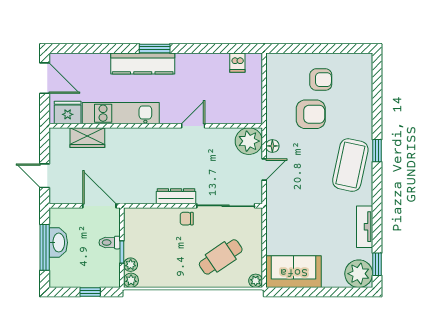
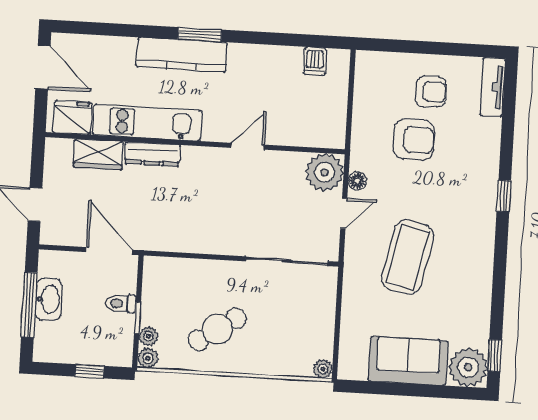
coffee table: (350, 165) -> (408, 257), moved
dresser: (176, 196) -> (152, 154), moved, turned 180
chair: (187, 219) -> (231, 276), removed
tv unit: (365, 227) -> (493, 87), moved
cafe table: (221, 257) -> (217, 329), moved
sofa: (294, 272) -> (408, 361), moved

